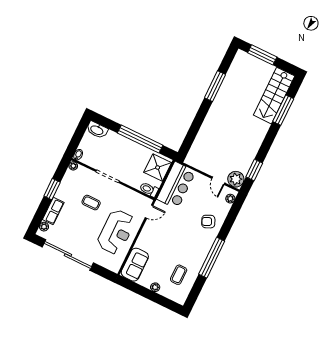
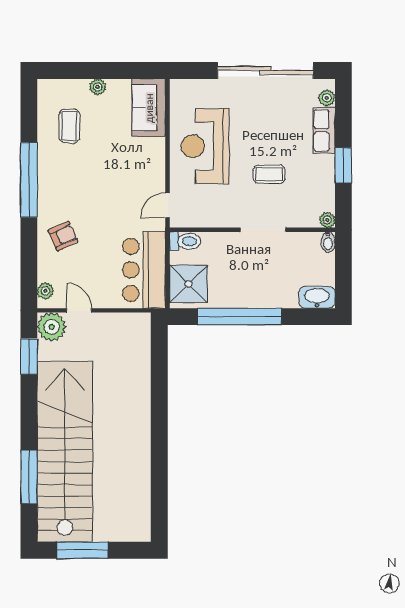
window: (262, 55) -> (83, 550), moved
window: (215, 86) -> (159, 462), removed
stairs: (274, 96) -> (65, 452), width x1.86, depth x1.51

